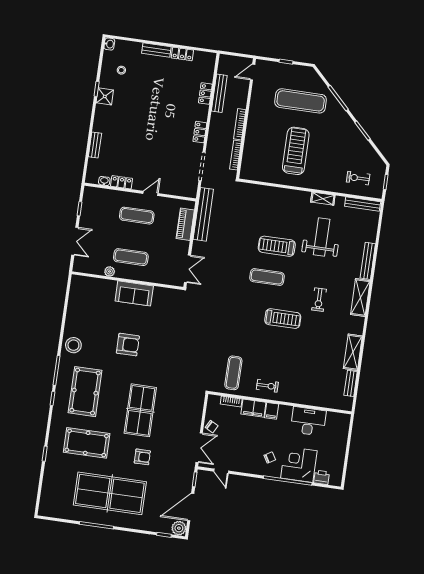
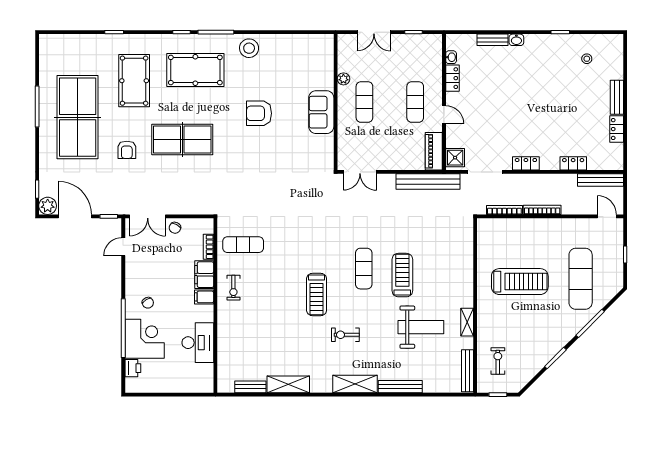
washbasin: (109, 44) -> (516, 40), moved
bench: (219, 93) -> (601, 180), moved
shower: (105, 96) -> (455, 158), moved
piano: (185, 224) -> (434, 151), moved, turned -90
armchair: (128, 345) -> (259, 113), turned 90

